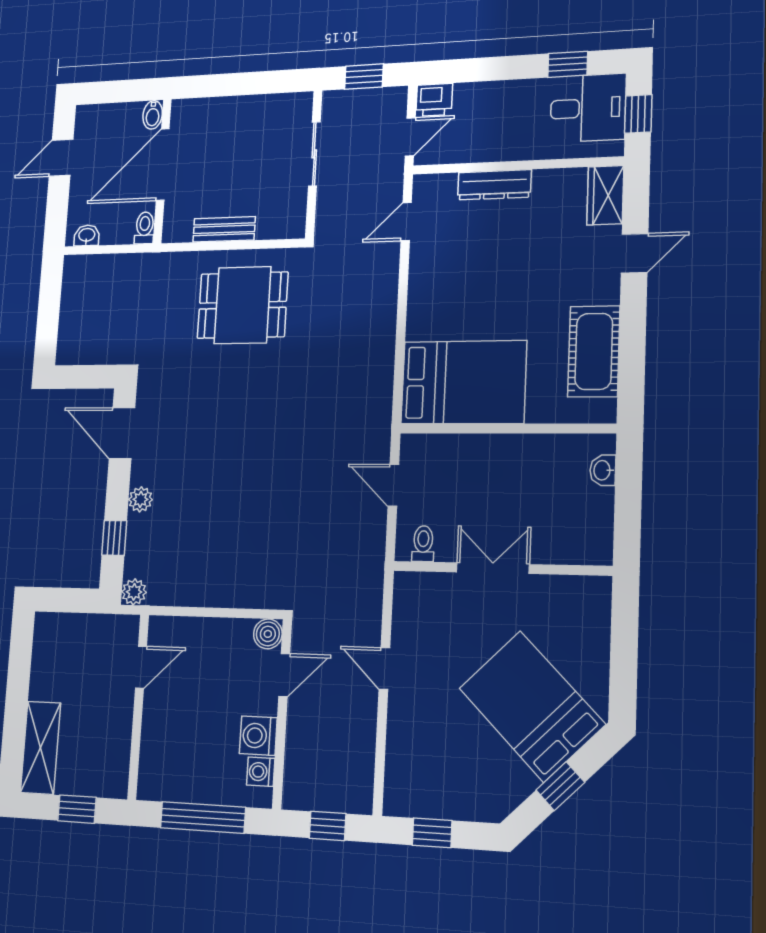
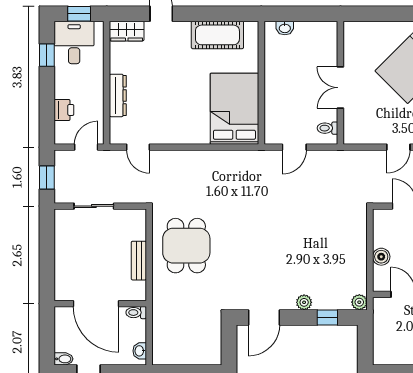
printer: (434, 100) -> (64, 110), moved
bidet: (153, 115) -> (64, 359), moved
door: (410, 137) -> (86, 147), hinge flipped
boiler: (268, 634) -> (381, 257), moved

